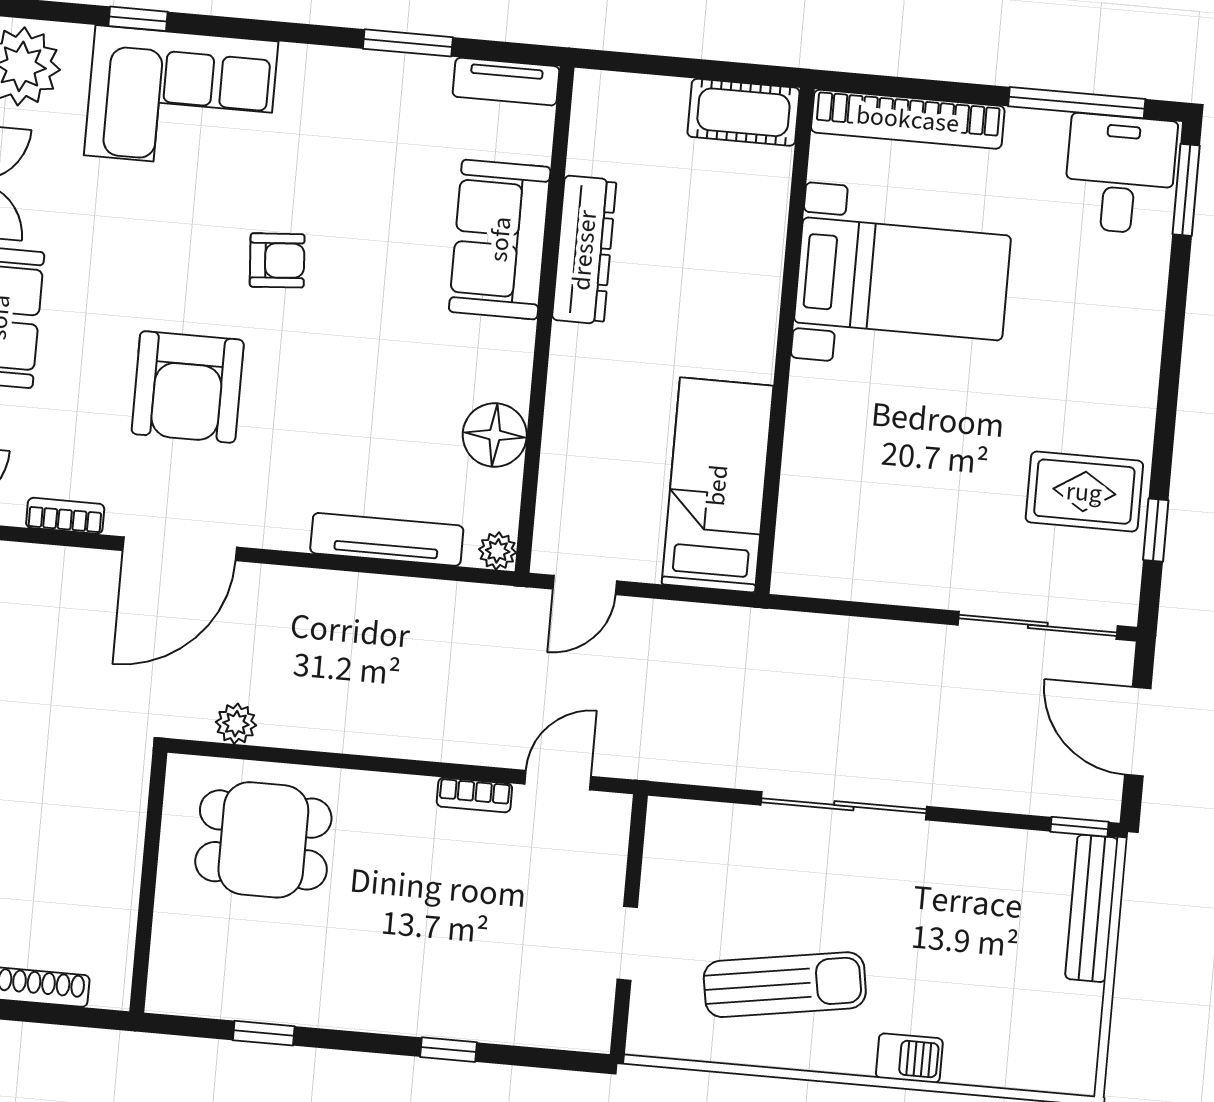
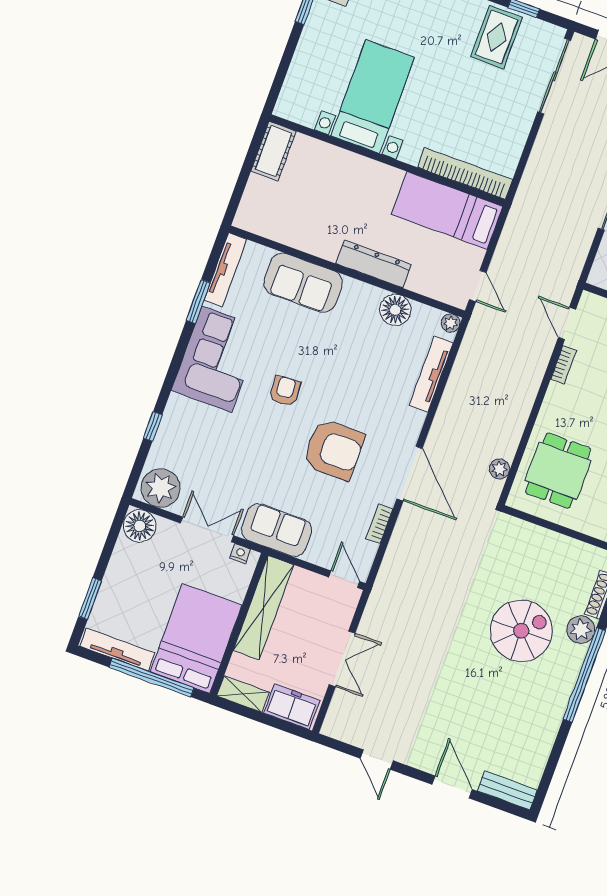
tv unit: (506, 82) -> (225, 270), width x1.41
corner sofa: (181, 98) -> (217, 359), moved
bookcase: (908, 119) -> (465, 173), moved, turned -90
dresser: (584, 250) -> (374, 264), moved

